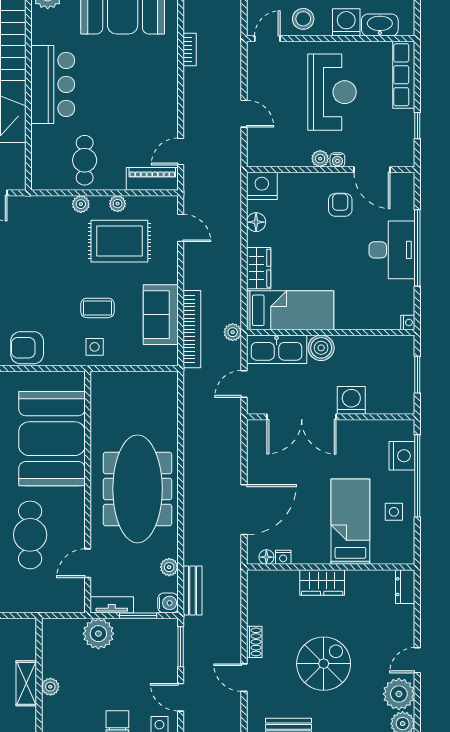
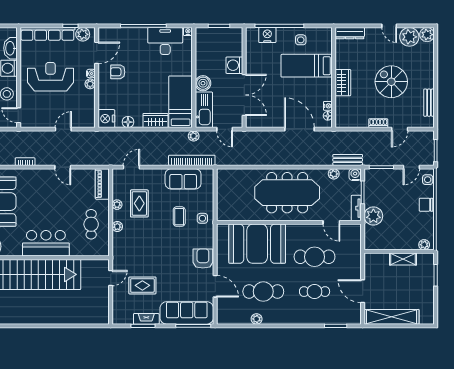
row of seats: (404, 75) -> (47, 34), width x1.36
plant: (403, 146) -> (83, 34), added
door: (181, 151) -> (63, 167), moved
cafe table: (85, 160) -> (91, 224), turned 90
rug: (119, 241) -> (139, 203), width x0.73, depth x0.70
desk: (392, 250) -> (165, 41), moved
armchair: (27, 348) -> (203, 259), turned 180
dresser: (405, 587) -> (350, 33), width x1.44
plant: (50, 687) -> (424, 245), moved

